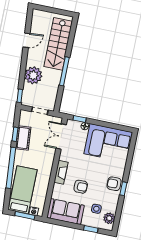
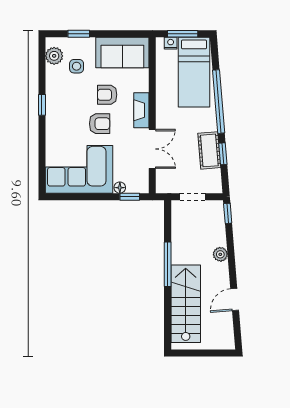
plant: (33, 75) -> (220, 254), width x0.53, depth x0.53
double door: (61, 136) -> (152, 149), moved
armchair: (114, 184) -> (100, 124), moved

